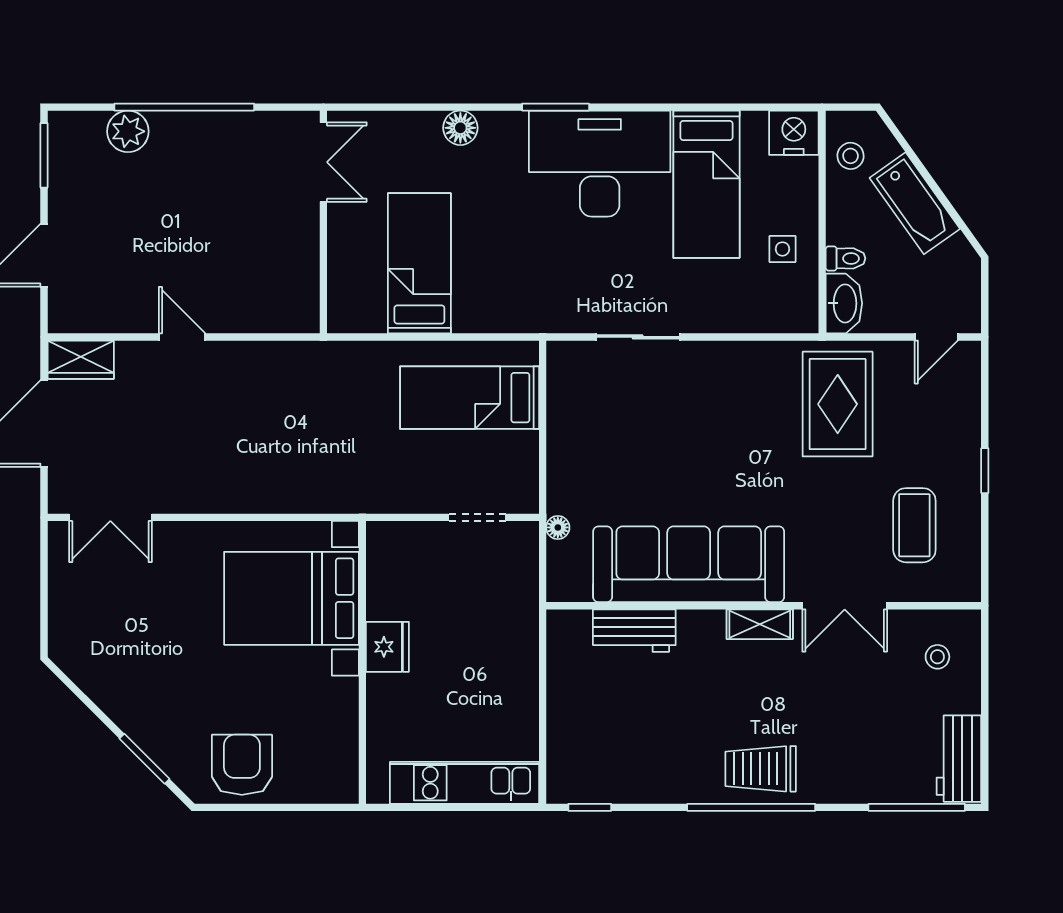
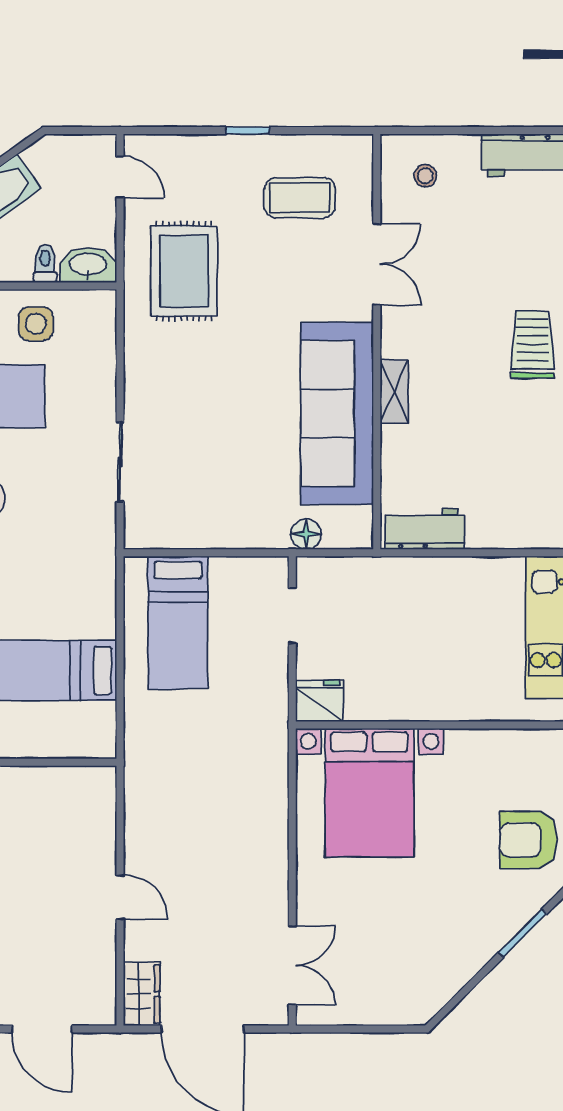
side table: (782, 249) -> (36, 324), width x1.37, depth x1.37
door: (182, 337) -> (120, 897), swing flipped
rug: (838, 404) -> (184, 271), turned 90
floor lamp: (558, 527) -> (306, 534), width x1.37, depth x1.37
shelving: (760, 624) -> (394, 392), moved
workbench: (634, 631) -> (425, 529), moved, turned -90
fridge: (387, 647) -> (319, 701), moved
trolley: (761, 769) -> (532, 345), turned 180

